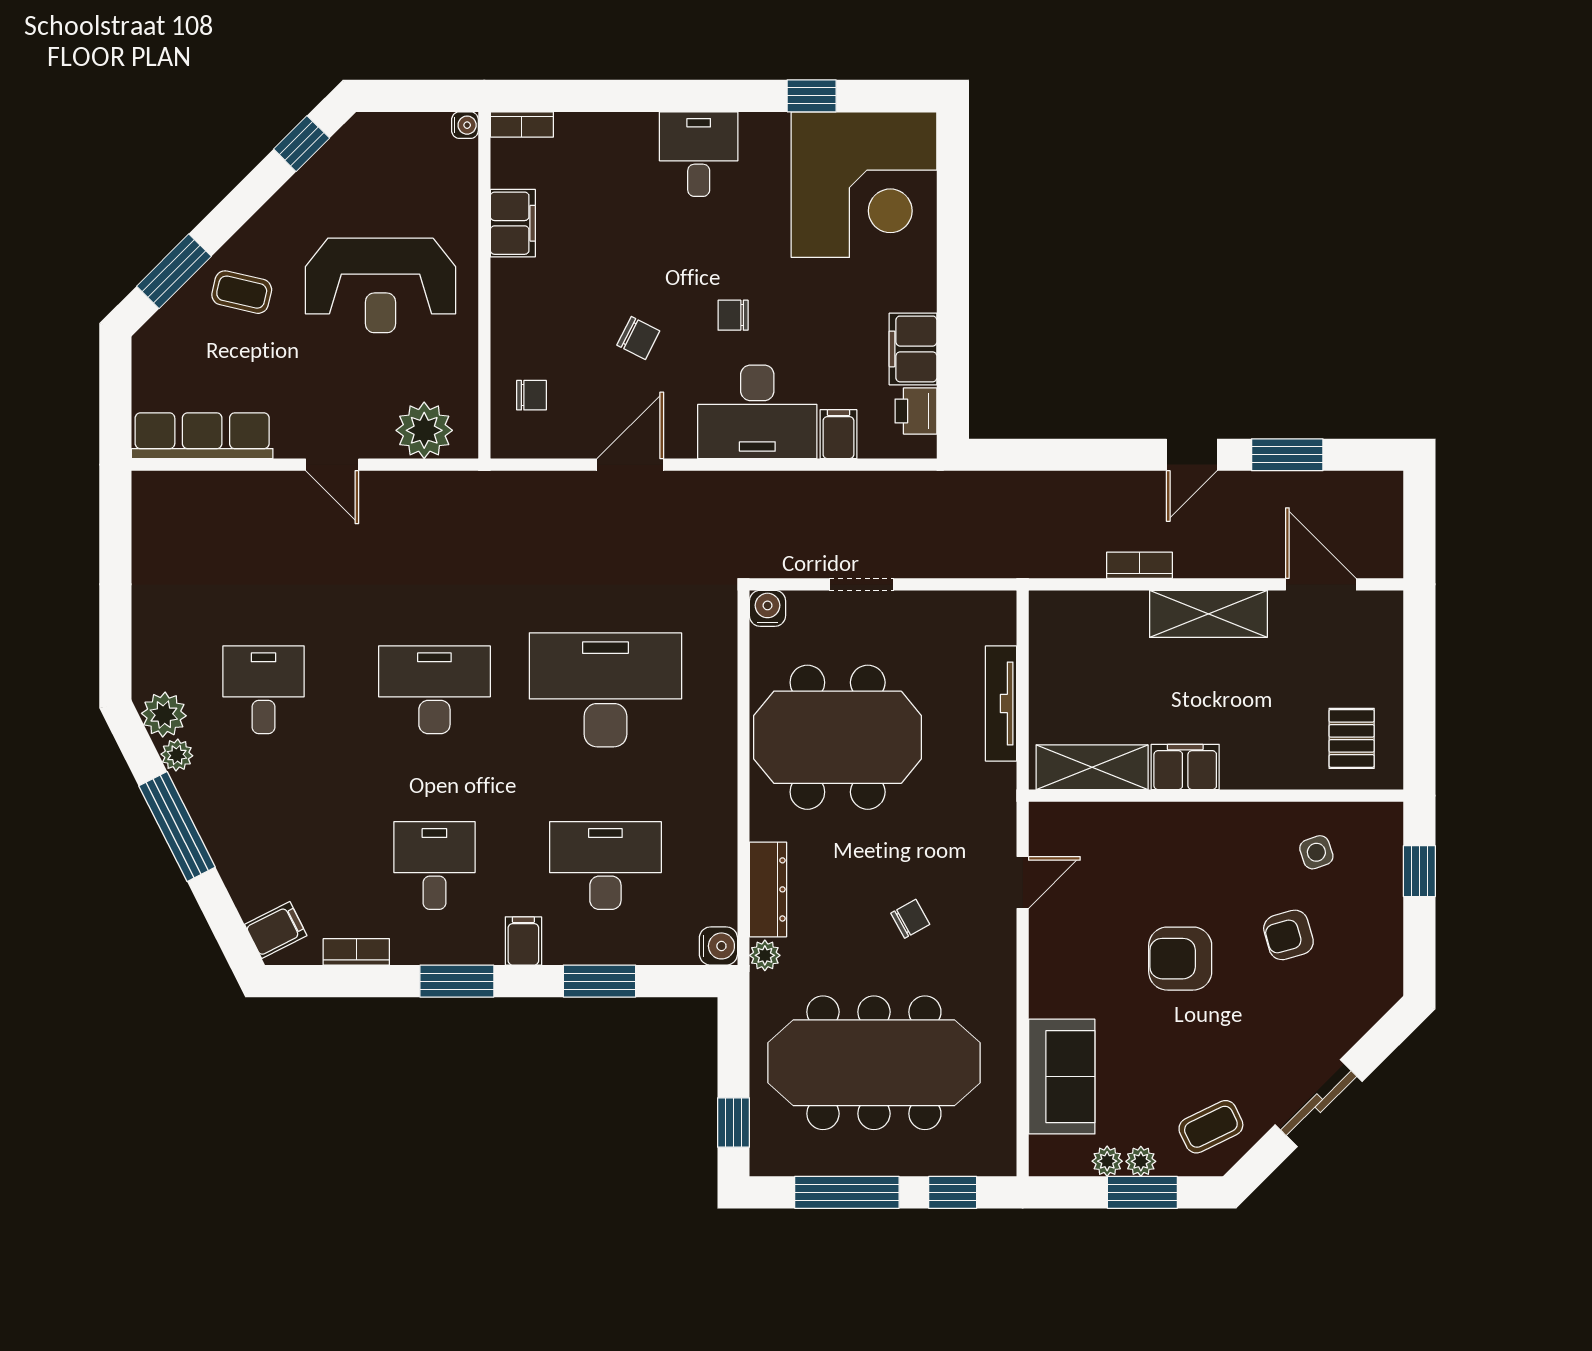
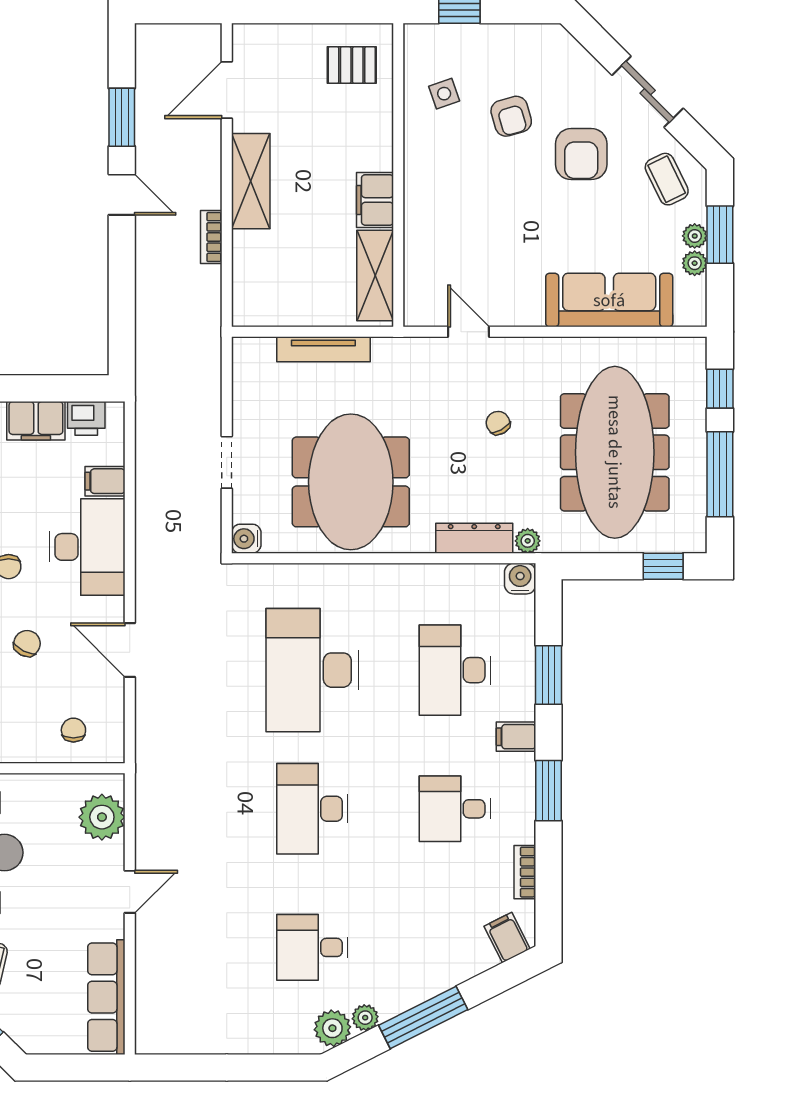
armchair: (1180, 959) -> (581, 154), moved
sofa: (1062, 1077) -> (609, 300), width x1.36

